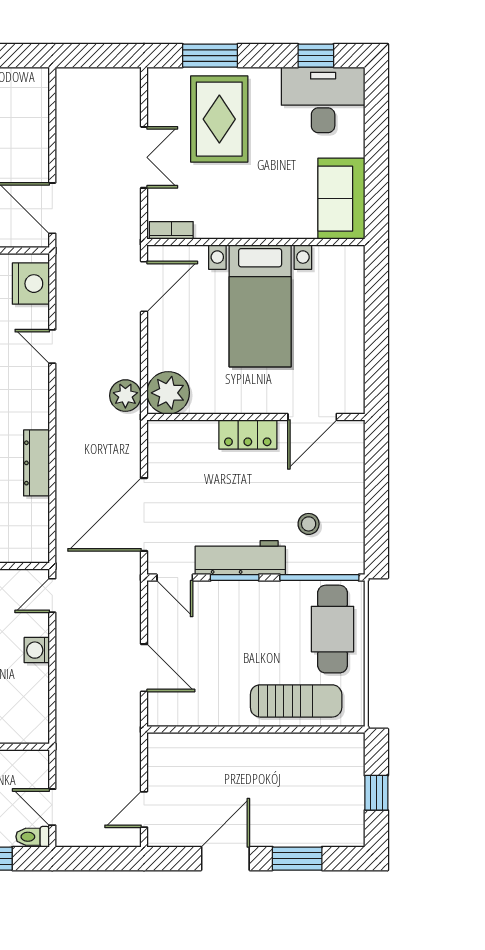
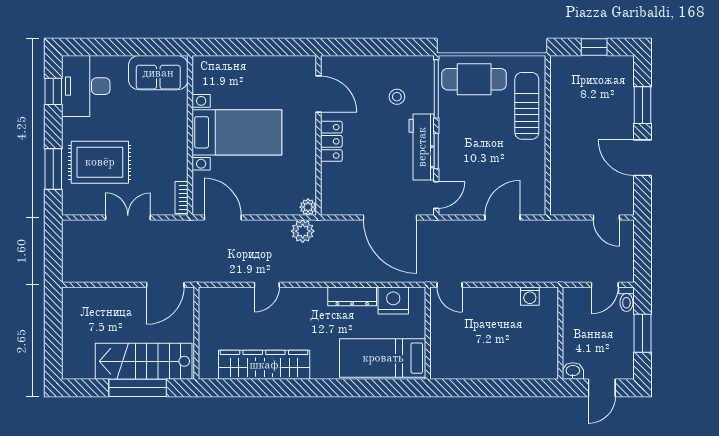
nightstand: (31, 284) -> (393, 300), moved
plant: (168, 393) -> (308, 207), width x0.53, depth x0.53
washing machine: (37, 650) -> (530, 296), moved

